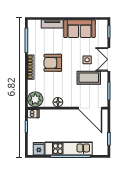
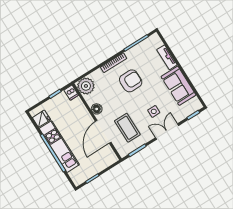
armchair: (53, 63) -> (131, 81), turned 90
coffee table: (89, 78) -> (127, 128), moved
door: (90, 108) -> (103, 132), moved

